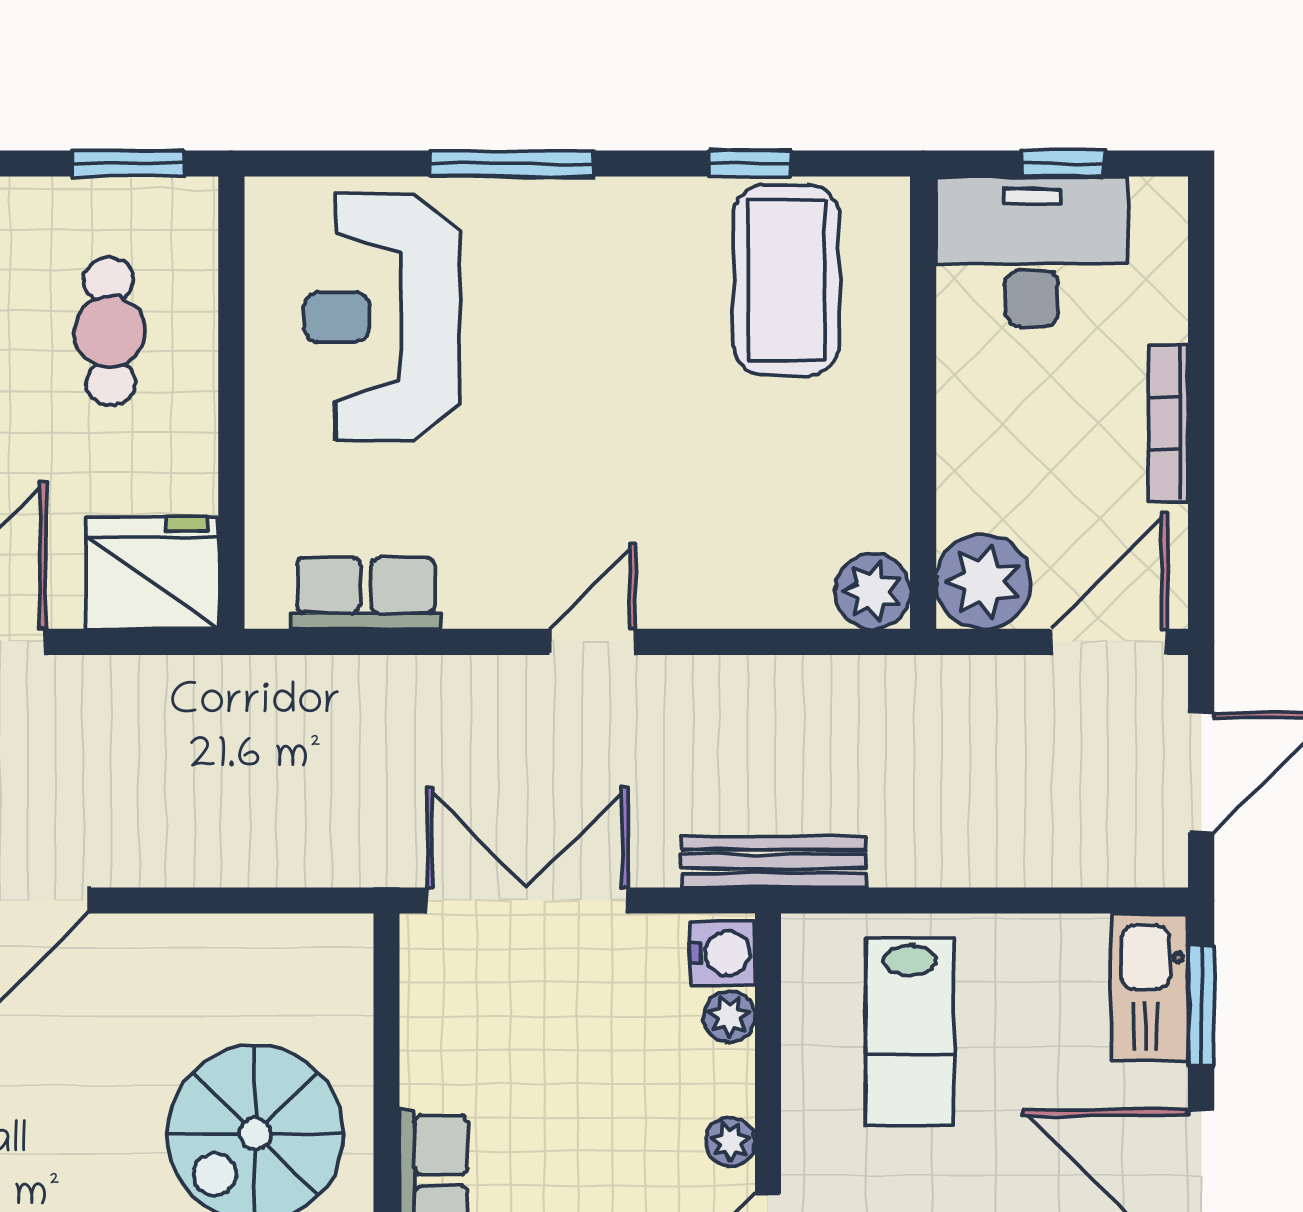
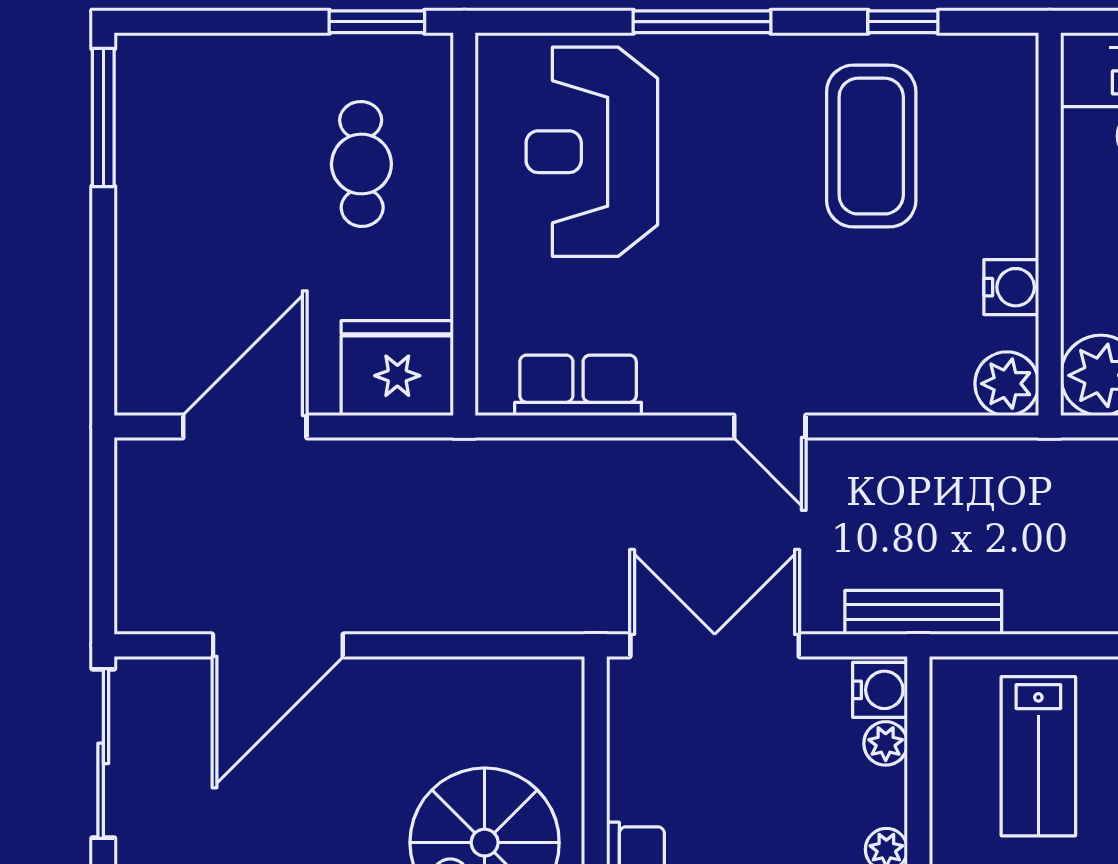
coffee table: (786, 280) -> (871, 146), moved
water cooler: (878, 477) -> (1011, 287), added
door: (592, 642) -> (770, 427), swing flipped

